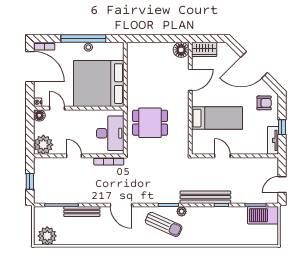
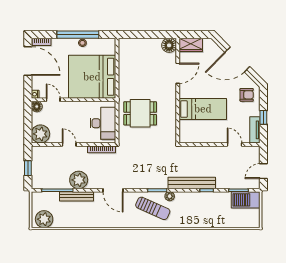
door: (222, 156) -> (235, 144), moved
plant: (84, 194) -> (79, 180), added

